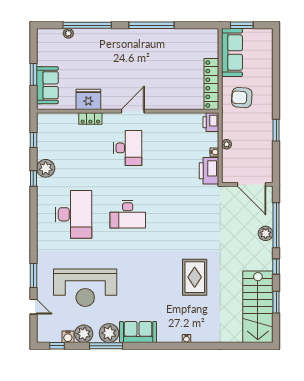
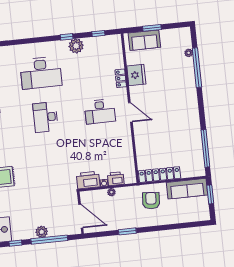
window: (151, 25) -> (205, 148), moved
printer: (211, 122) -> (116, 179), moved
door: (252, 184) -> (81, 216), swing flipped

